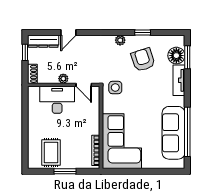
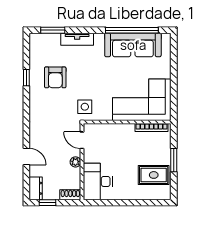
plant: (120, 40) -> (35, 102), removed
dresser: (43, 41) -> (36, 188), width x0.70
floor lamp: (176, 56) -> (51, 42), removed
armchair: (143, 60) -> (55, 77), turned -72
door: (84, 85) -> (82, 140), swing flipped
desk: (57, 100) -> (98, 181), moved

